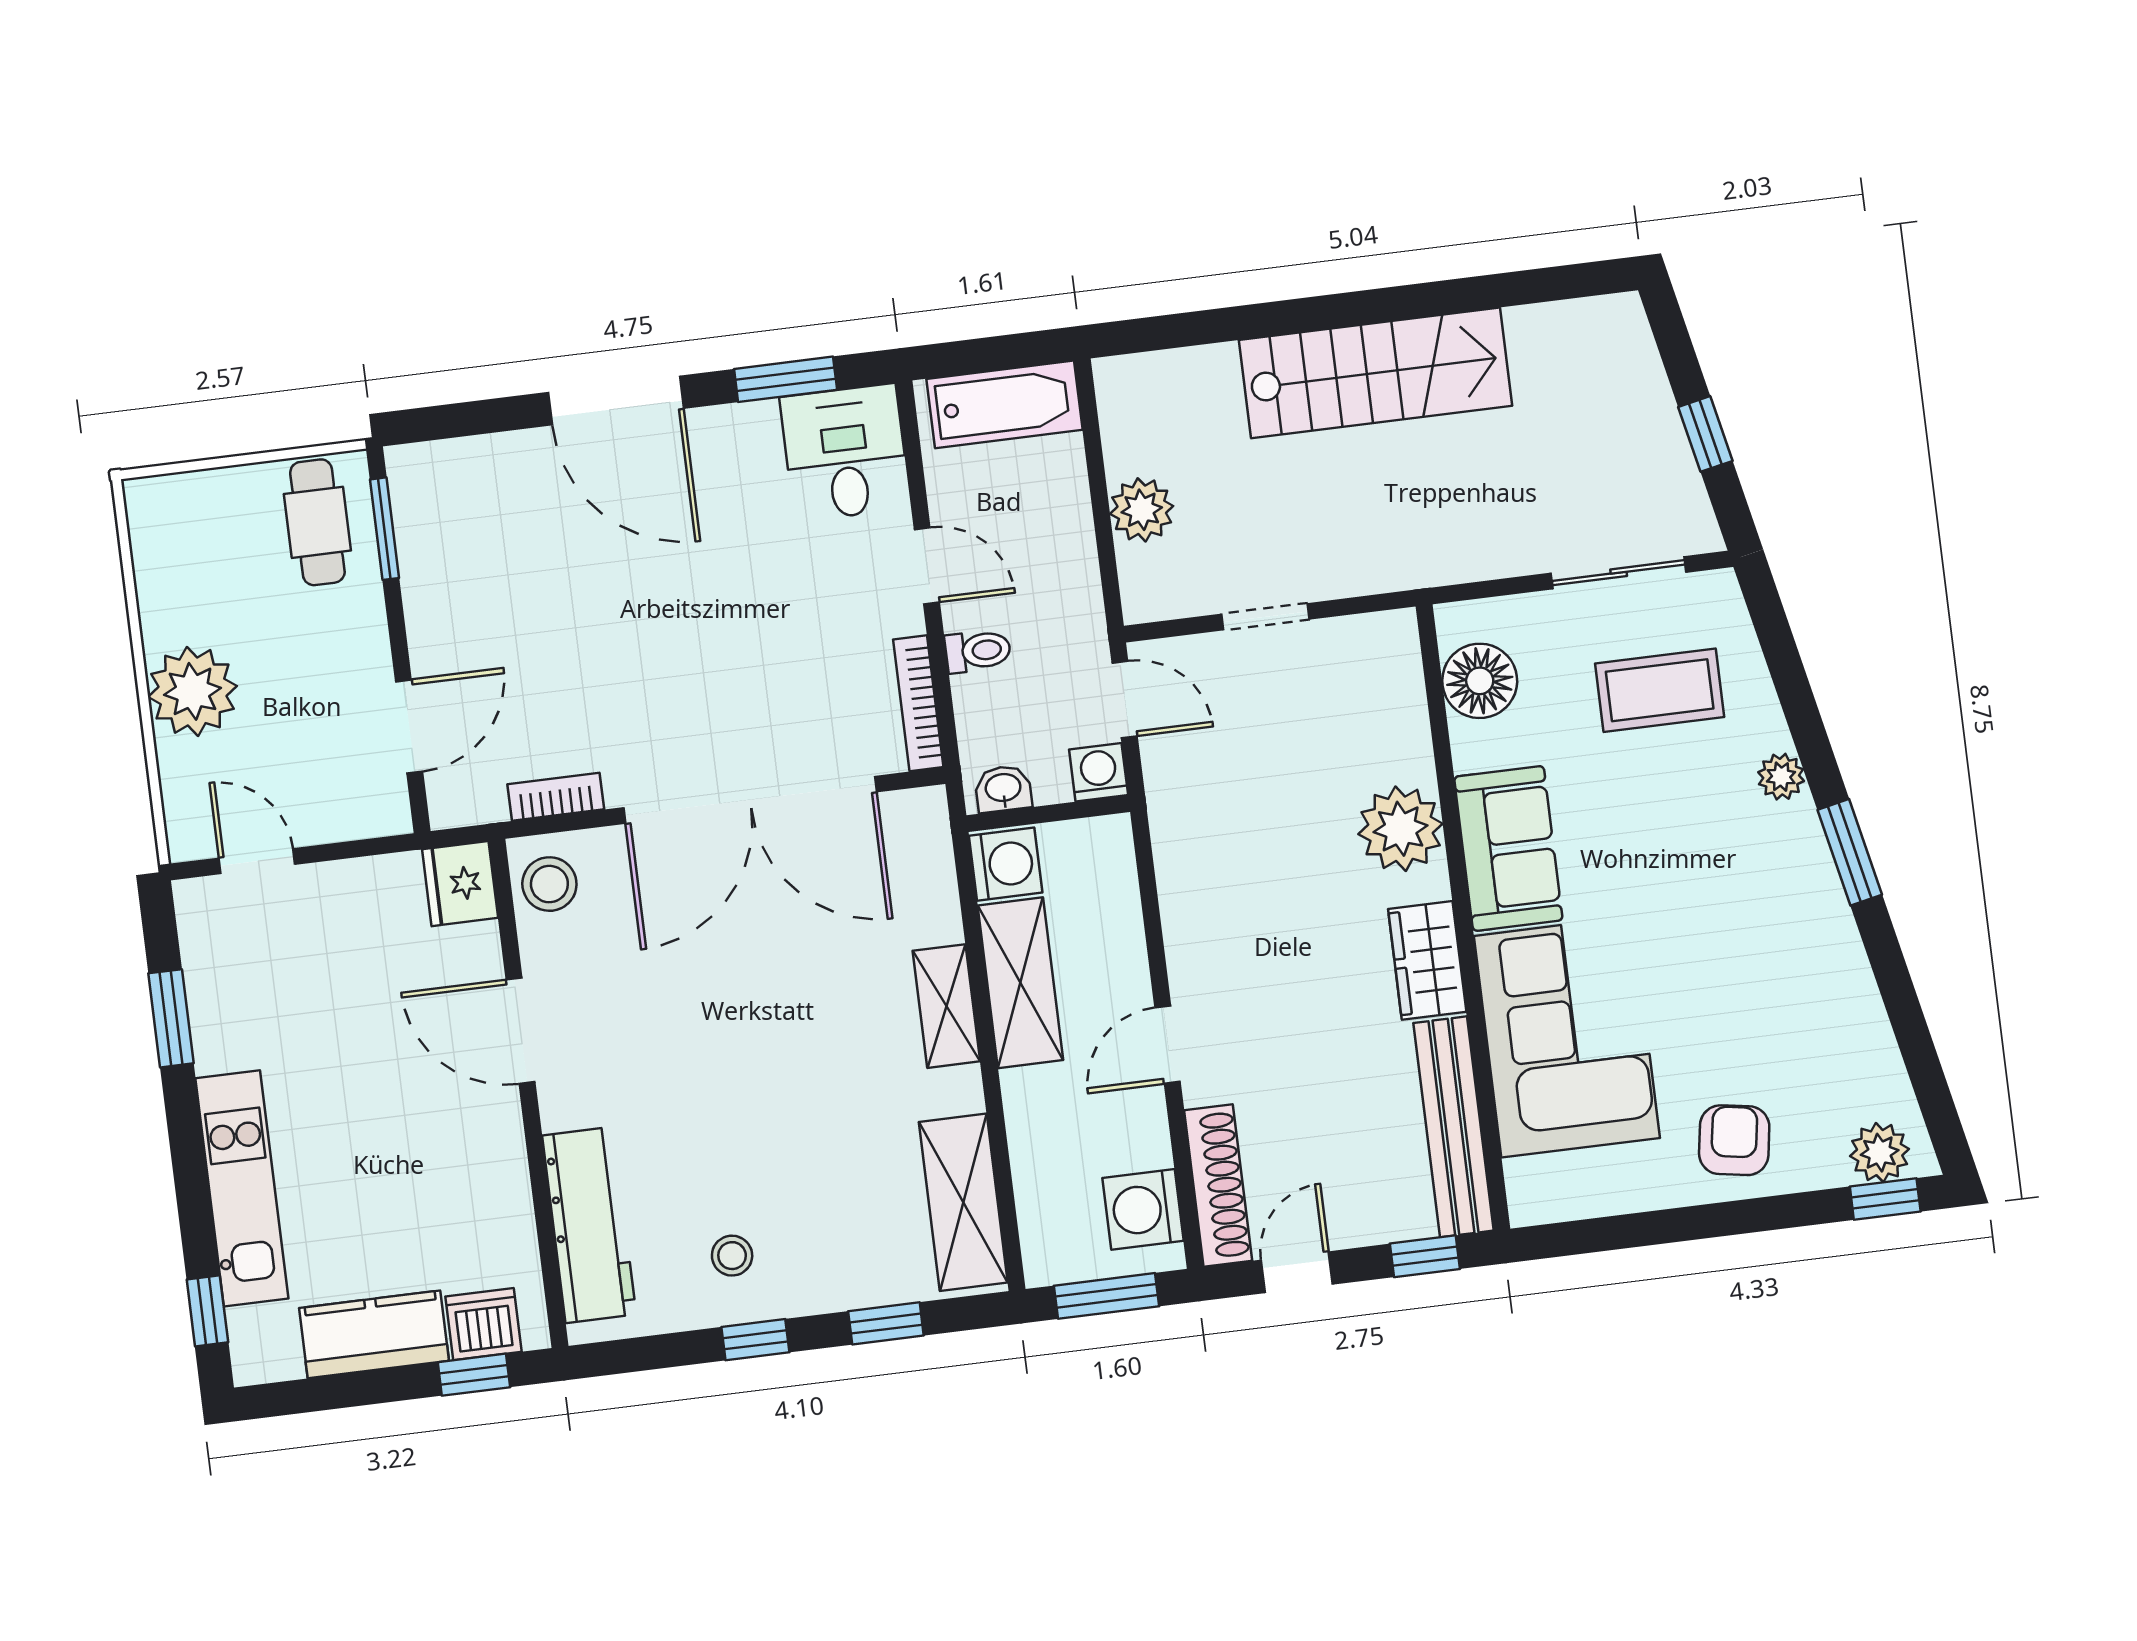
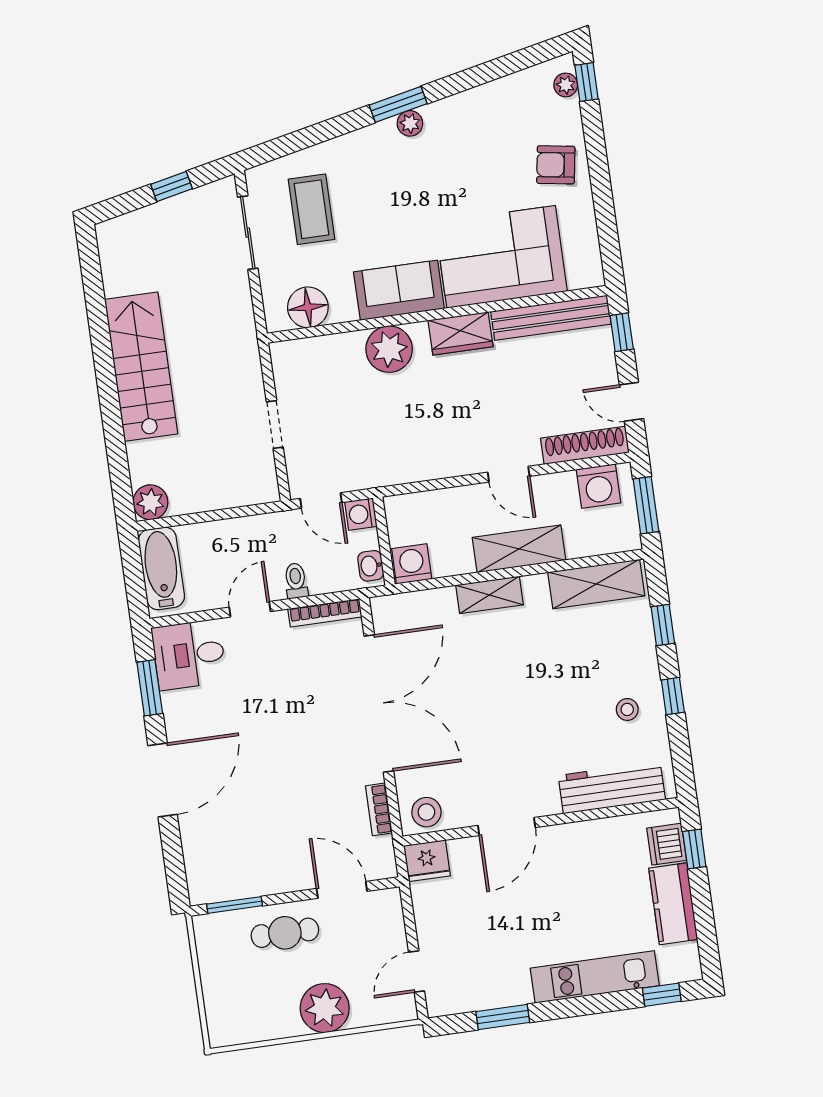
plant: (1142, 510) -> (150, 502), moved
cafe table: (317, 522) -> (285, 933), moved
door: (1125, 699) -> (321, 500), swing flipped
plant: (1781, 777) -> (410, 123), moved
shelving: (1020, 983) -> (519, 549), moved
plant: (1880, 1153) -> (566, 85), width x0.73, depth x0.73

